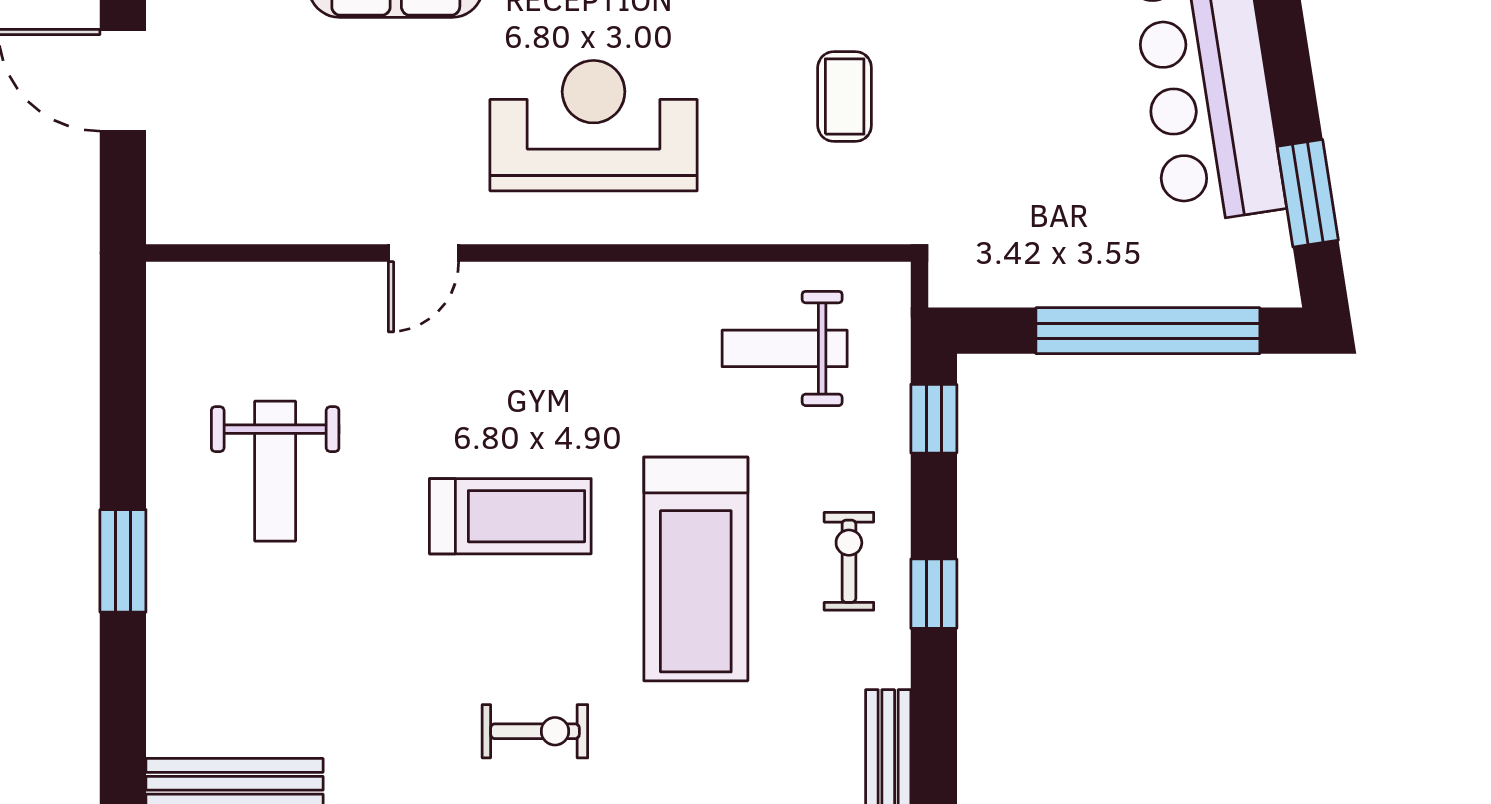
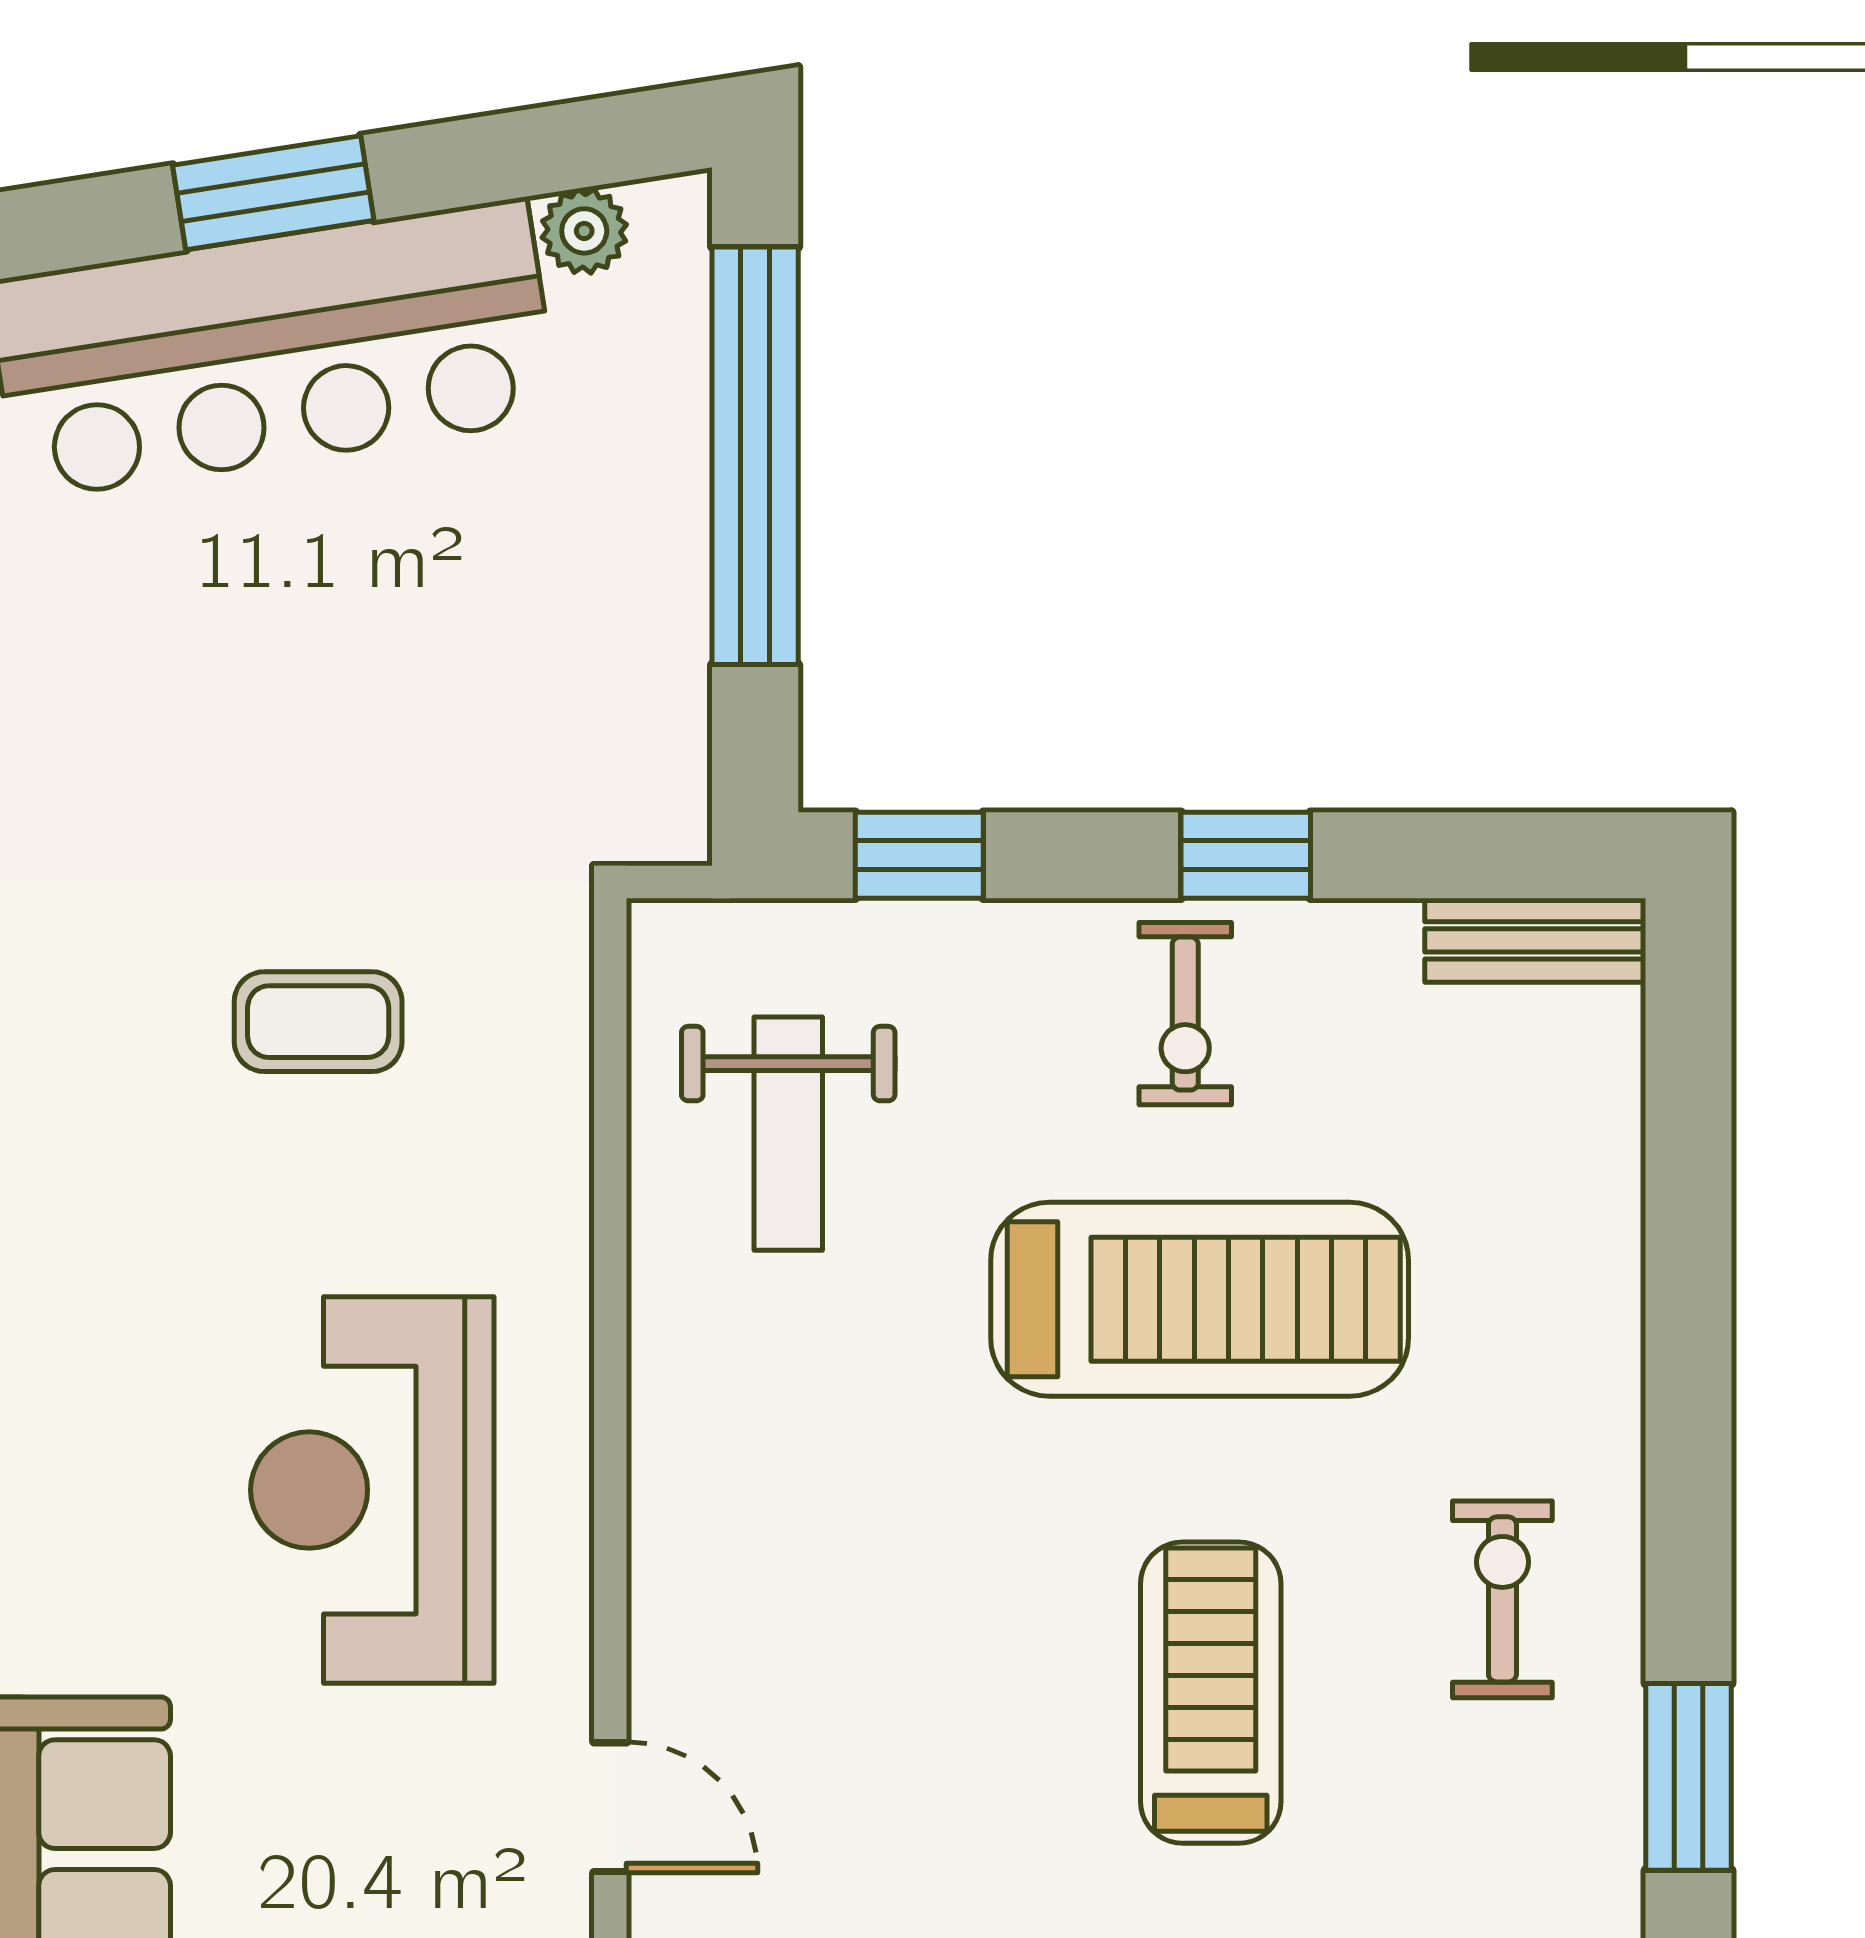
window: (1308, 193) -> (273, 193), moved
plant: (1268, 239) -> (584, 231), added
treadmill: (510, 516) -> (1211, 1693), moved
exercise bike: (849, 561) -> (1185, 1014), turned -90

